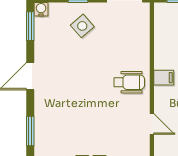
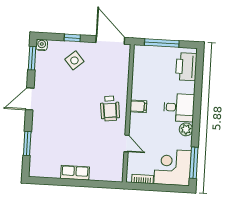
wheelchair: (129, 82) -> (110, 108), turned 83

